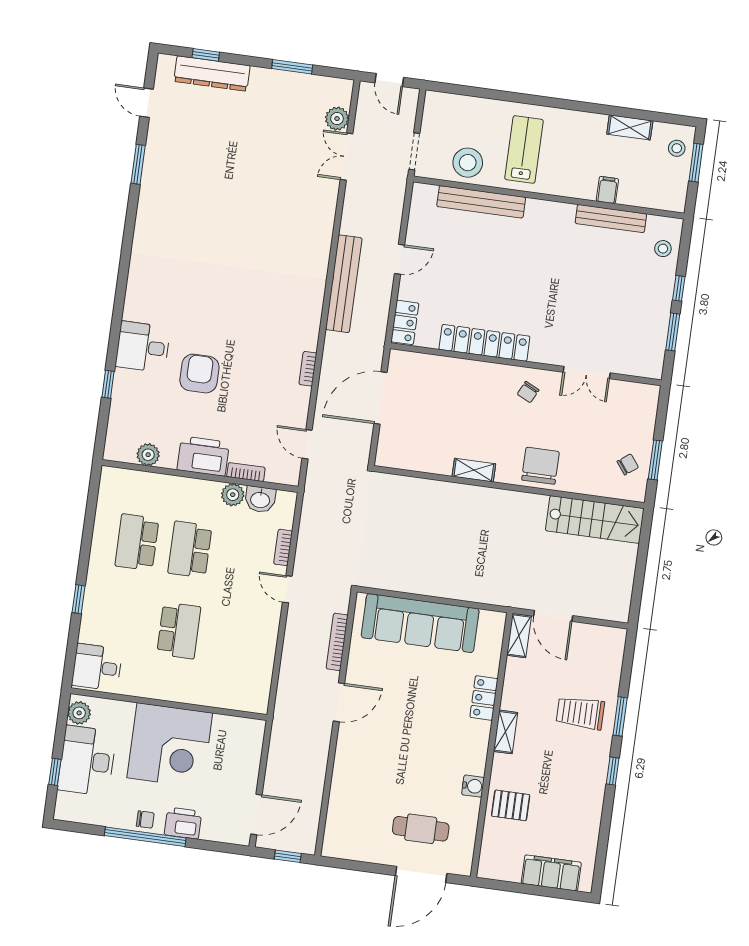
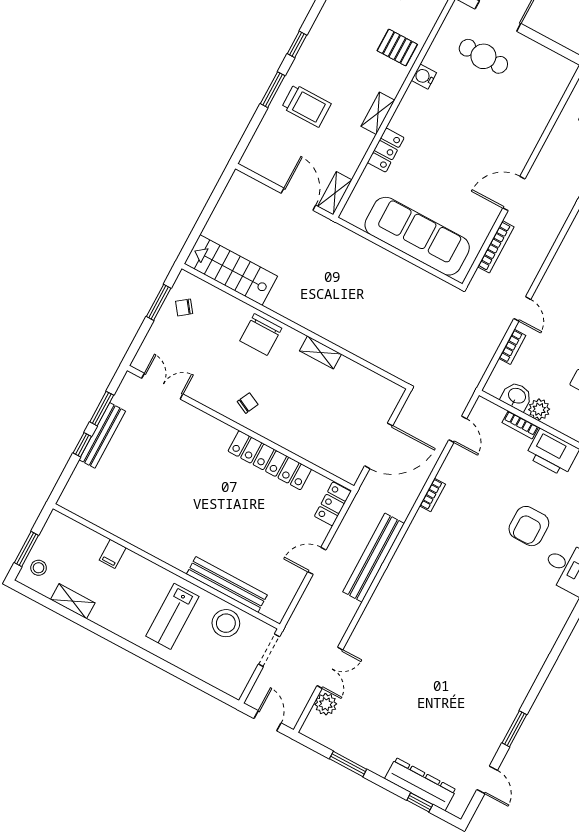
bench: (611, 219) -> (102, 435), moved, turned 90
stool: (663, 249) -> (83, 485), removed
double door: (587, 373) -> (162, 386), moved

